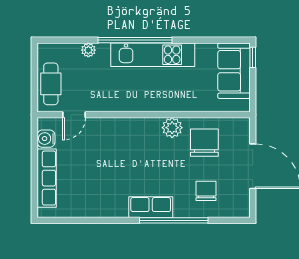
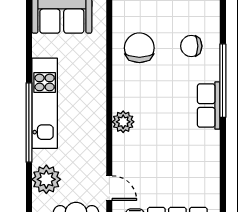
plant: (88, 50) -> (46, 179), width x1.87, depth x1.87
plant: (172, 128) -> (123, 122), moved
chair: (204, 143) -> (139, 48), turned 90

